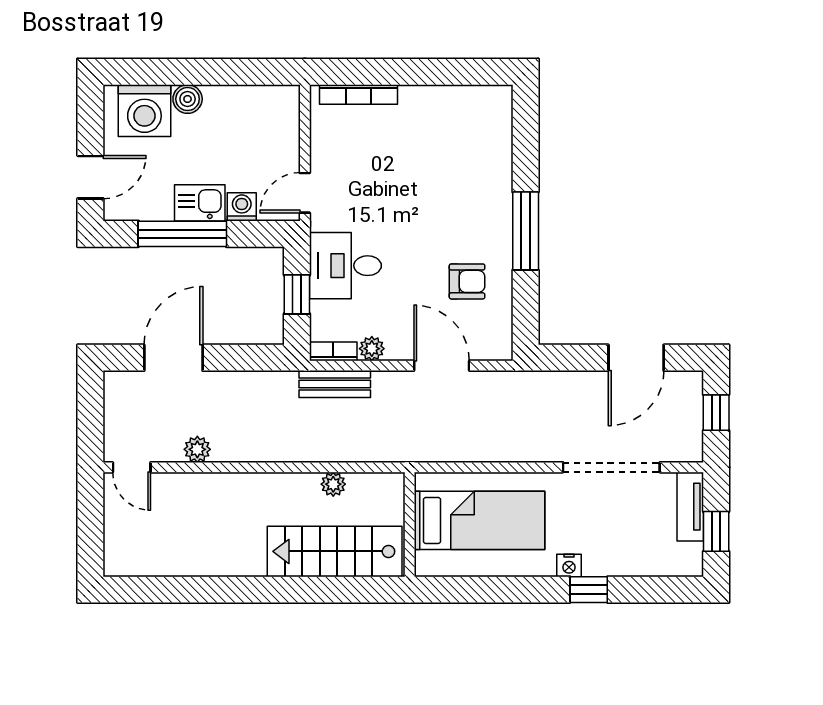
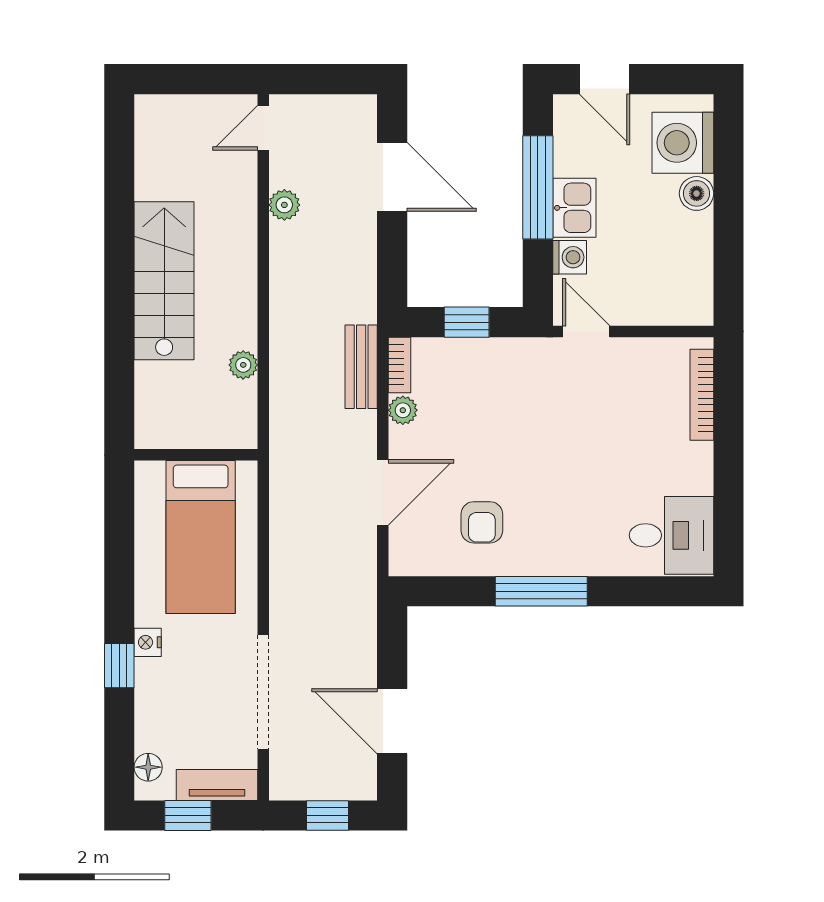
desk: (345, 266) -> (671, 535), moved, turned 90
stairs: (335, 551) -> (164, 281), moved
floor lamp: (675, 565) -> (148, 767), added

